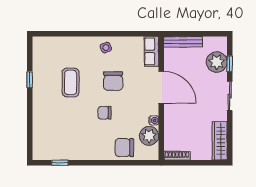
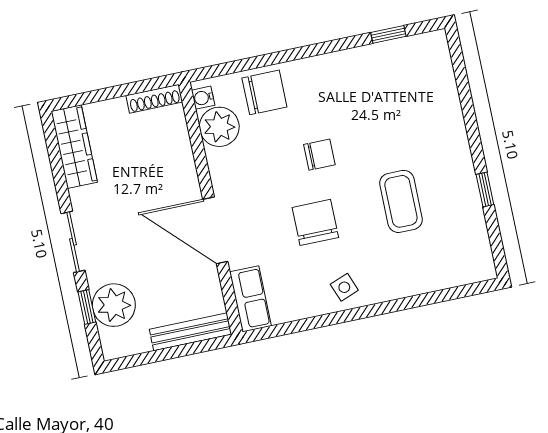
water cooler: (154, 120) -> (203, 98), moved

